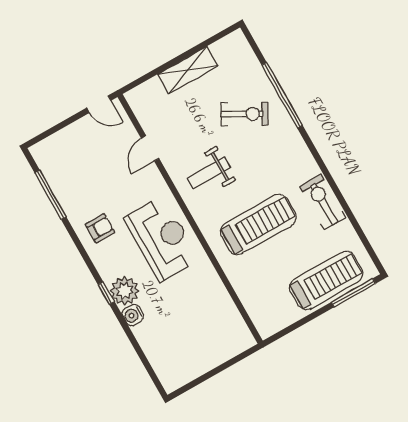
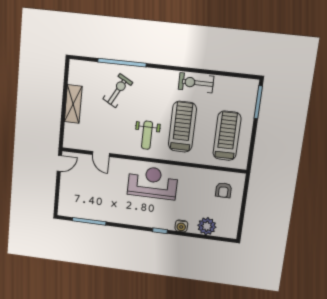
weight bench: (209, 173) -> (147, 135), moved
armchair: (100, 228) -> (223, 190), moved, turned 180
treadmill: (326, 280) -> (227, 136), moved
plant: (125, 291) -> (207, 226), moved

